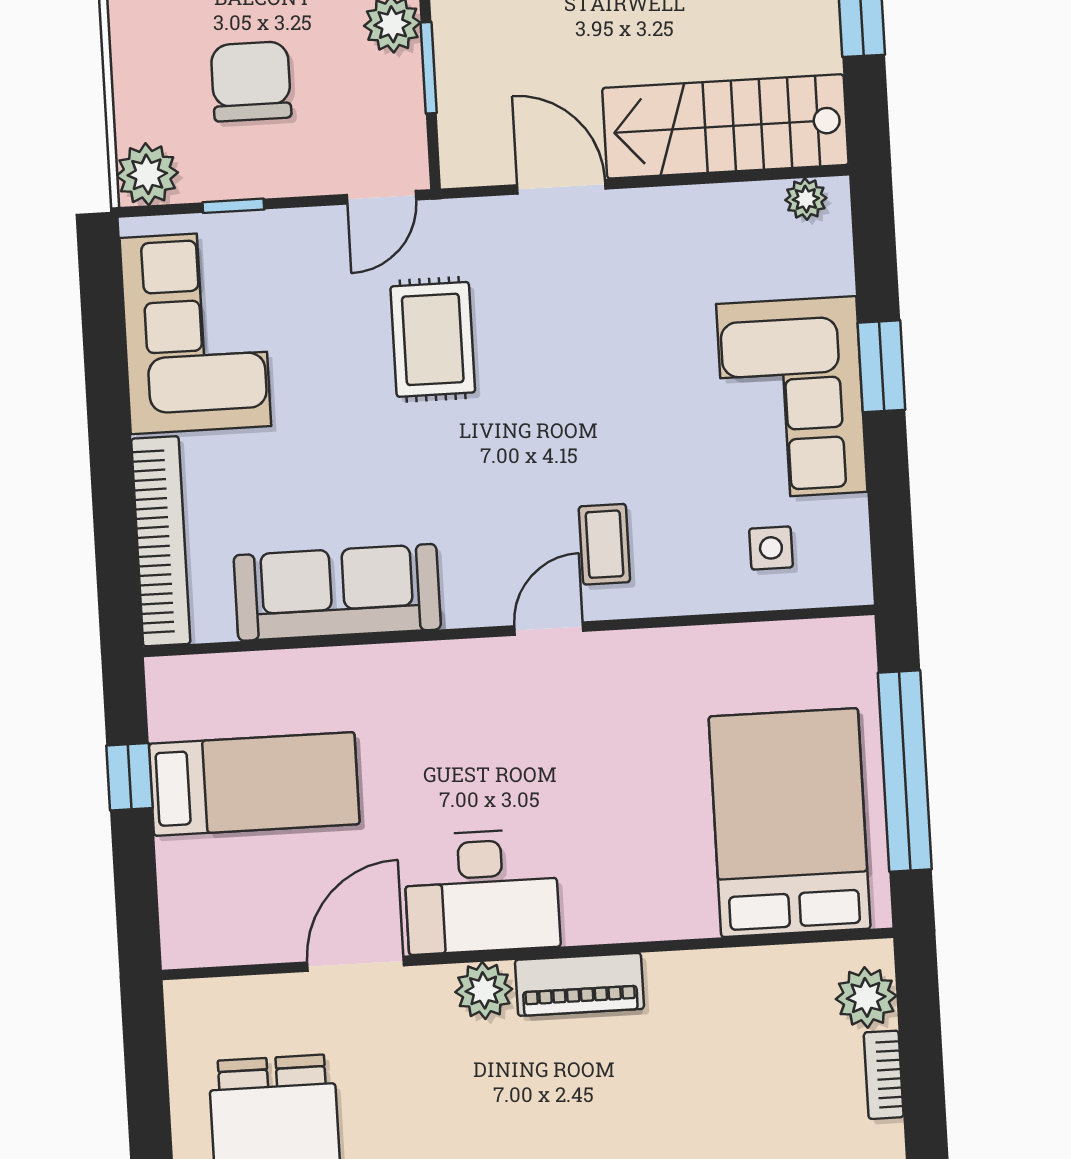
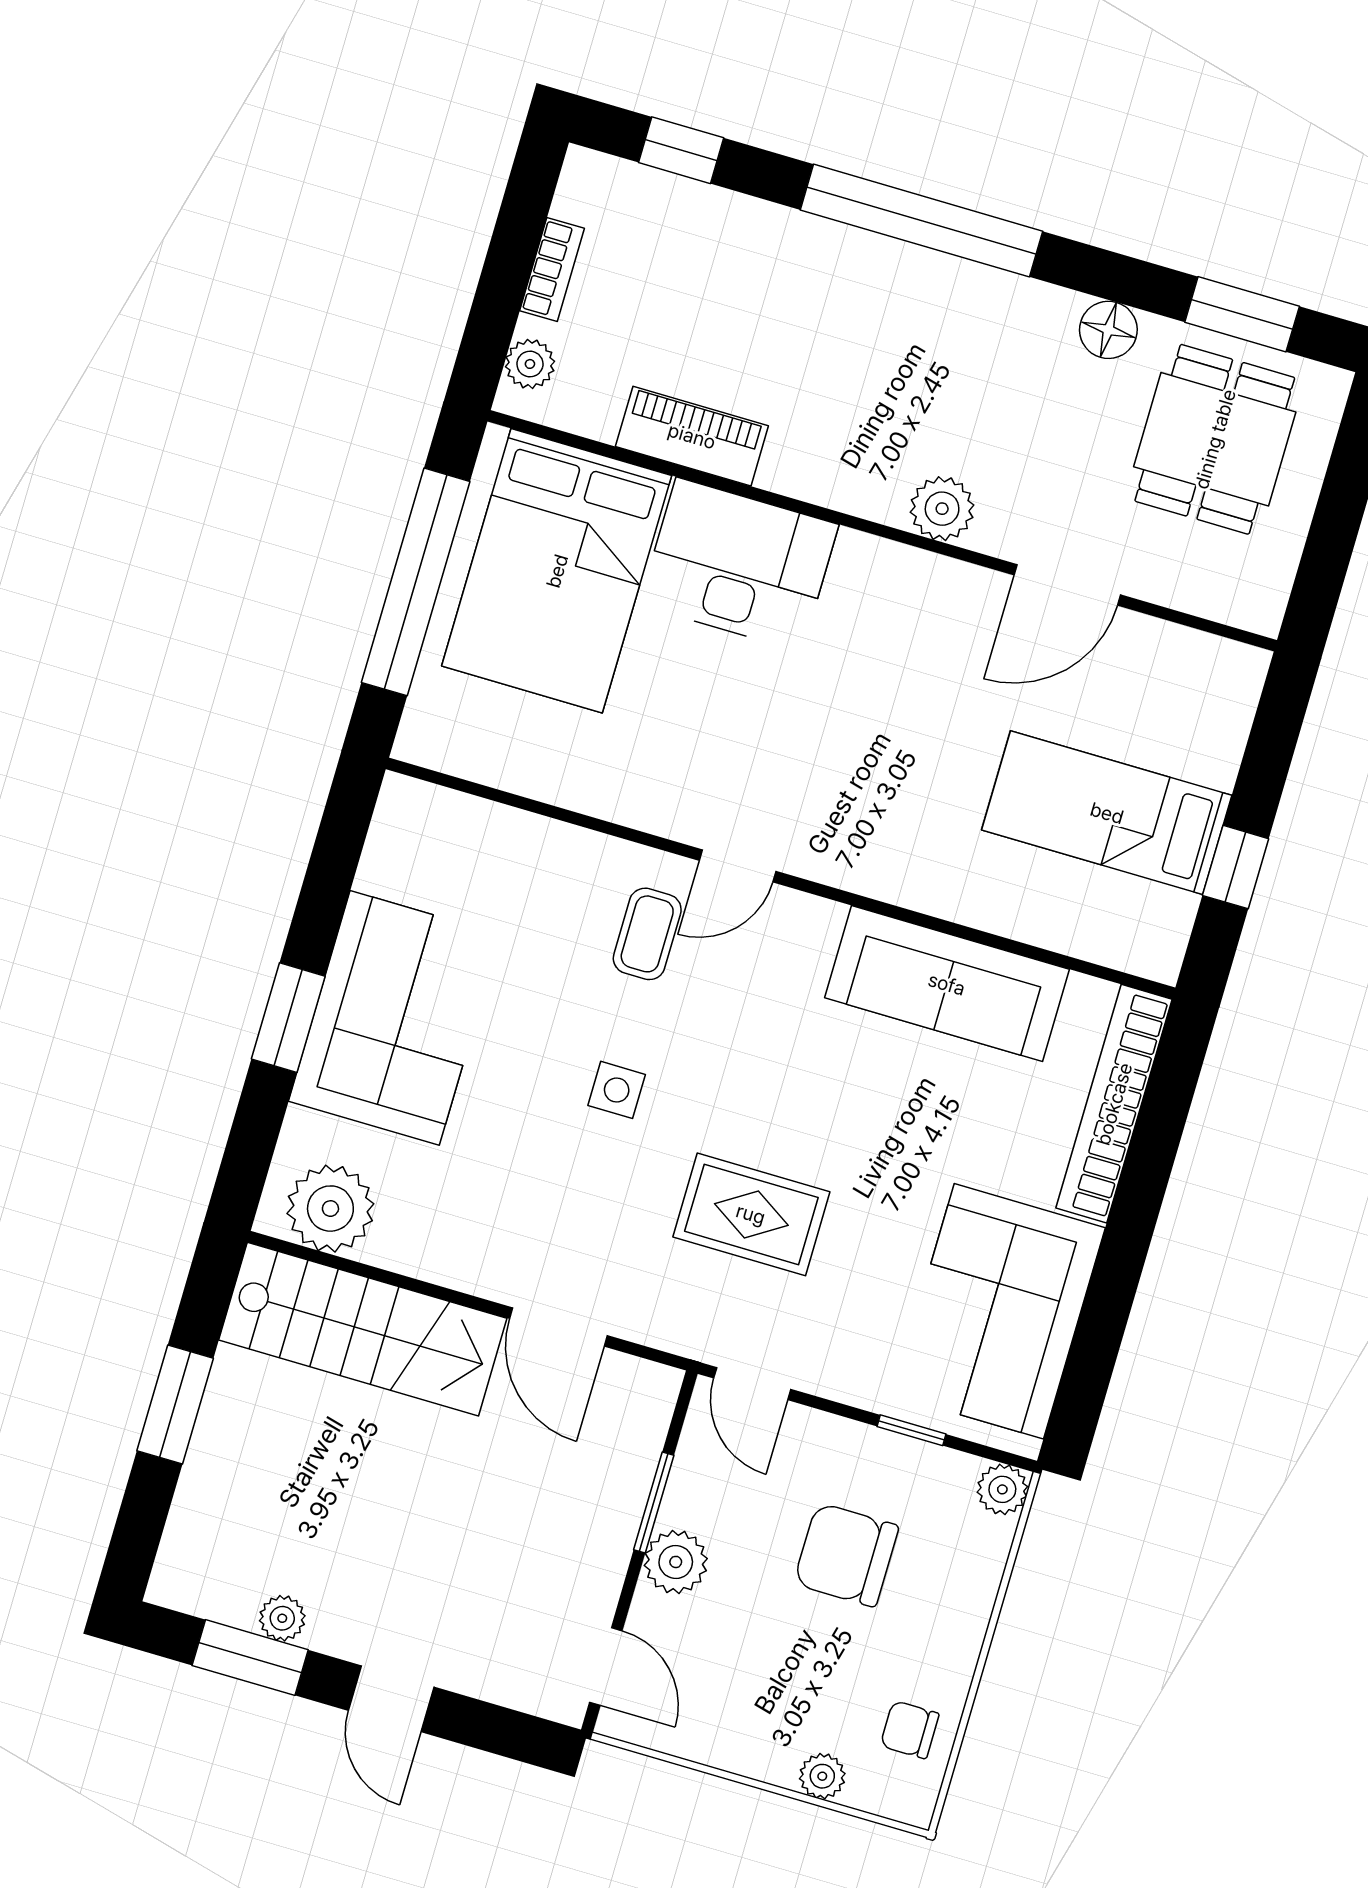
chair: (251, 81) -> (846, 1555), turned 90
plant: (147, 174) -> (1002, 1489), width x0.73, depth x0.73
door: (381, 197) -> (752, 1384), swing flipped
plant: (806, 199) -> (330, 1209), width x1.88, depth x1.88
rug: (433, 339) -> (751, 1214), turned 90
side table: (771, 548) -> (617, 1090), moved
desk: (482, 892) -> (739, 565), moved
piano: (579, 984) -> (692, 436), moved
plant: (866, 997) -> (530, 364), width x0.73, depth x0.73

